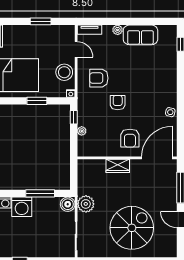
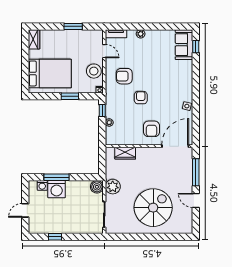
sofa: (140, 35) -> (184, 45), moved, turned 90
wardrobe: (118, 166) -> (125, 153), moved
window: (40, 193) -> (56, 177), moved

